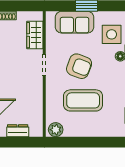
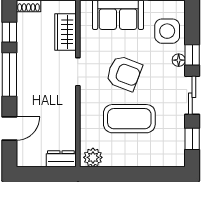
dresser: (18, 131) -> (61, 159), moved

